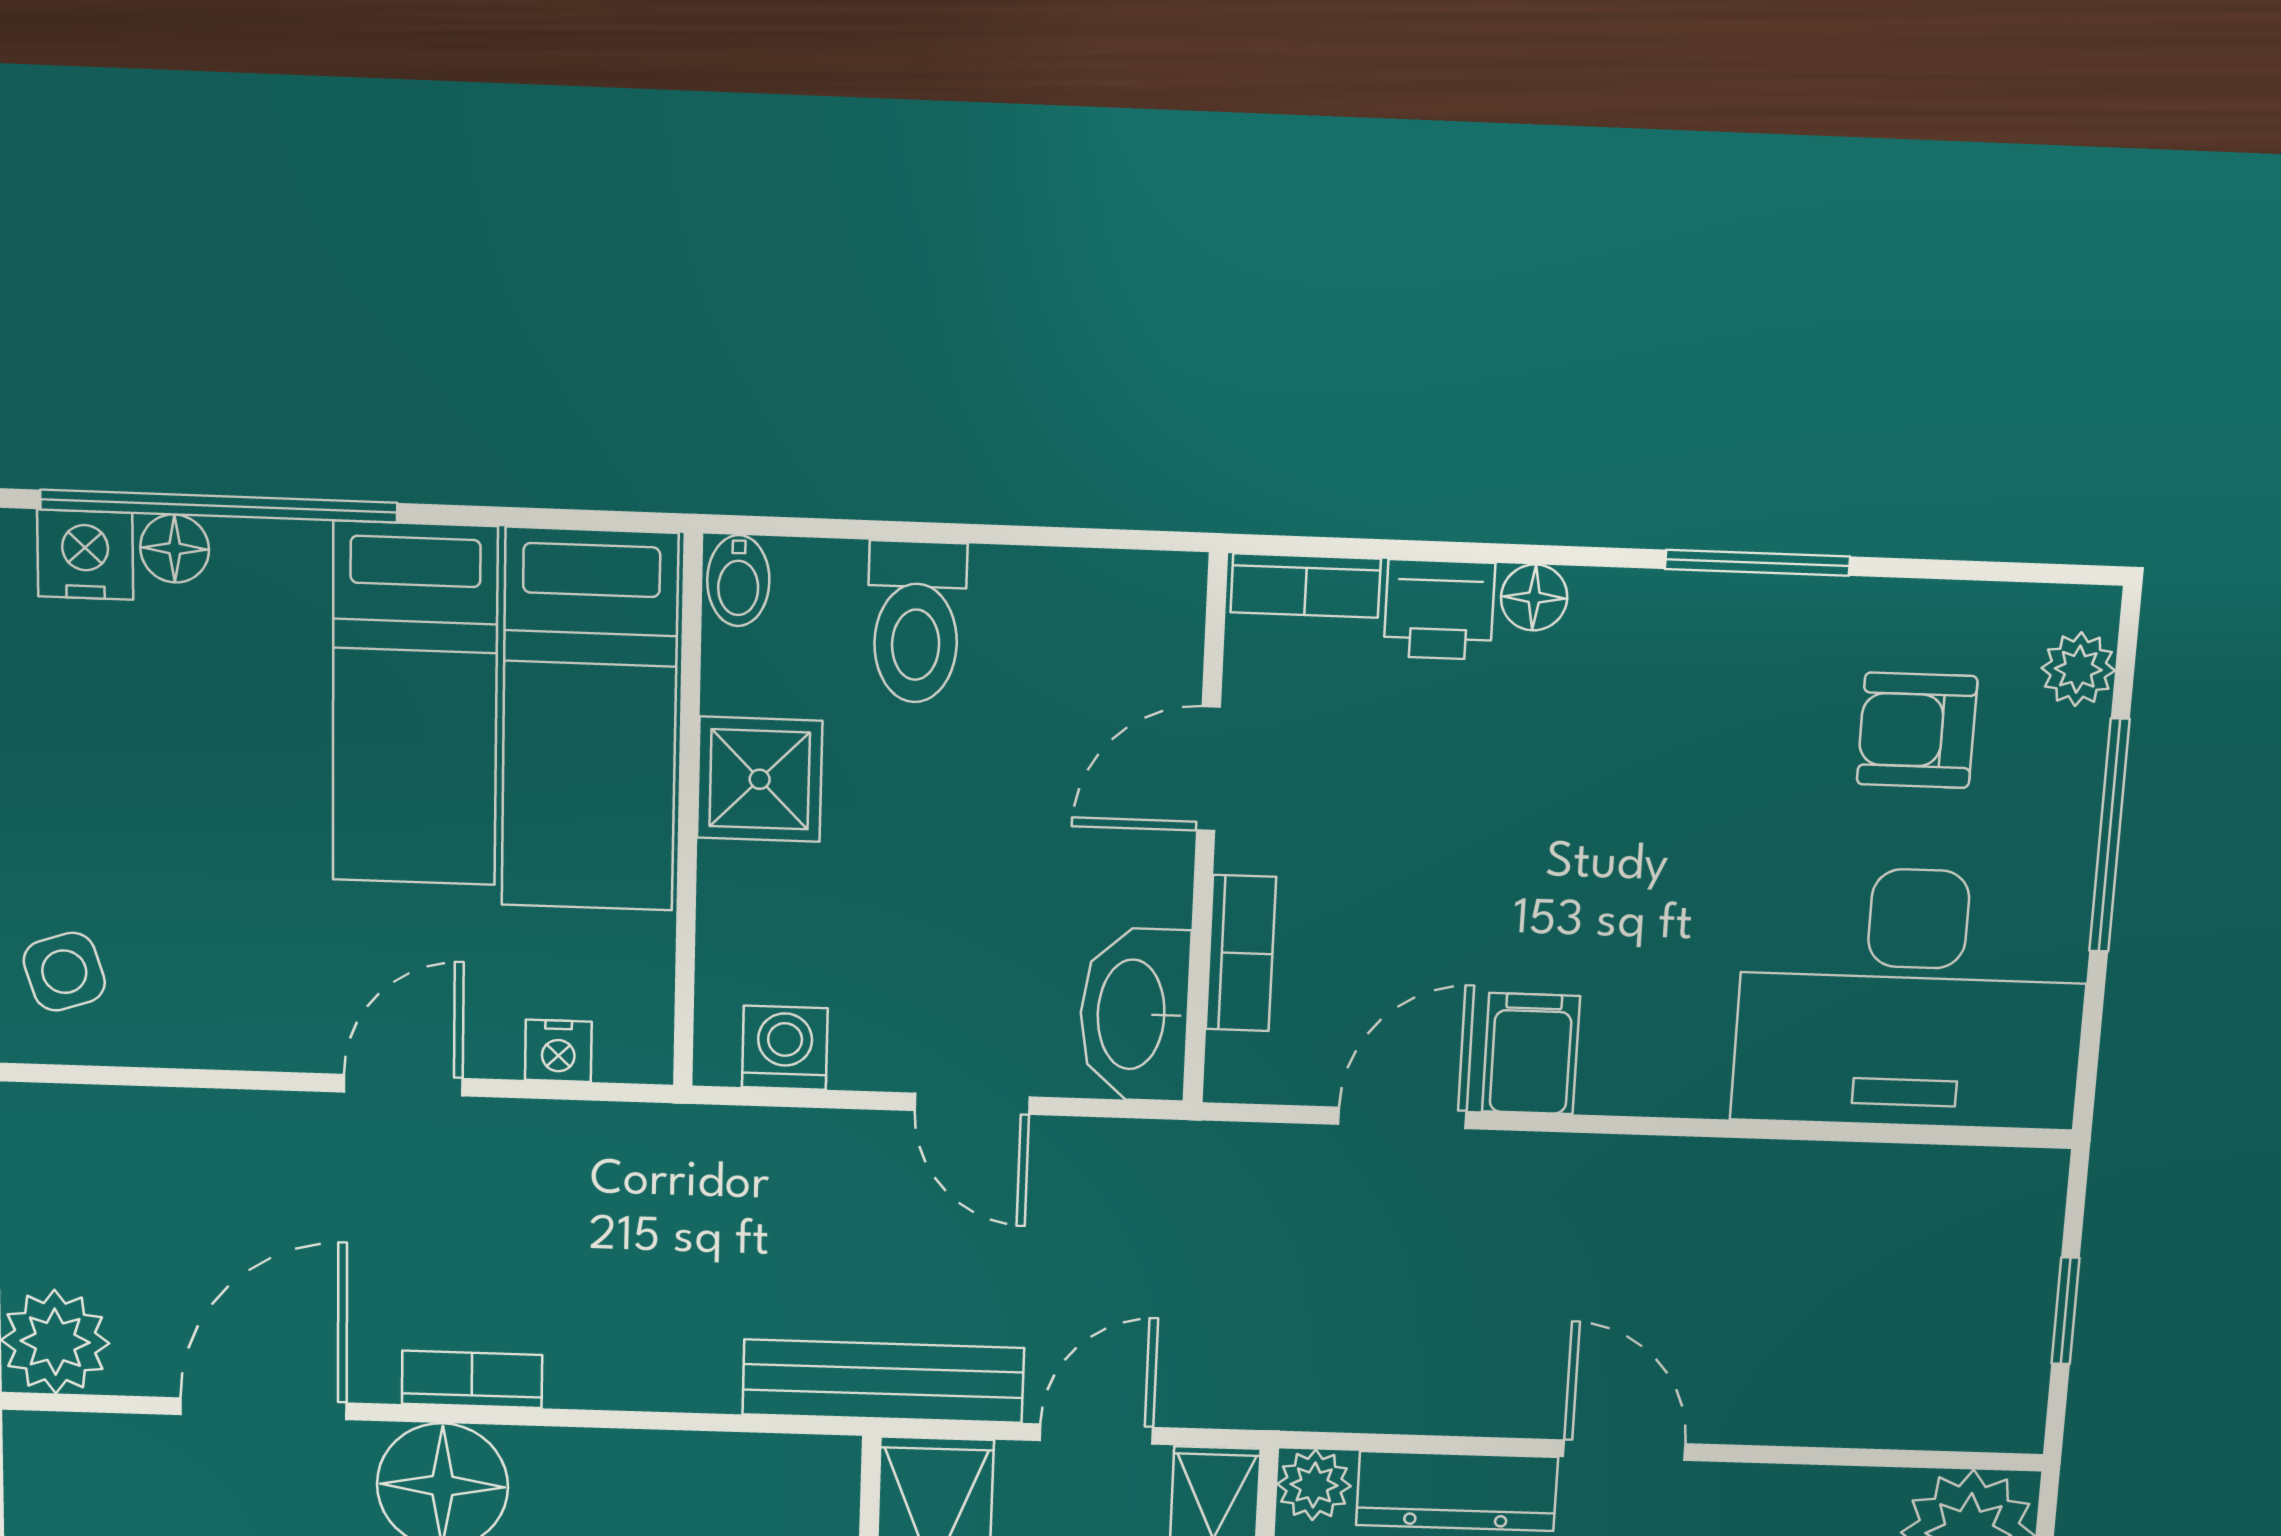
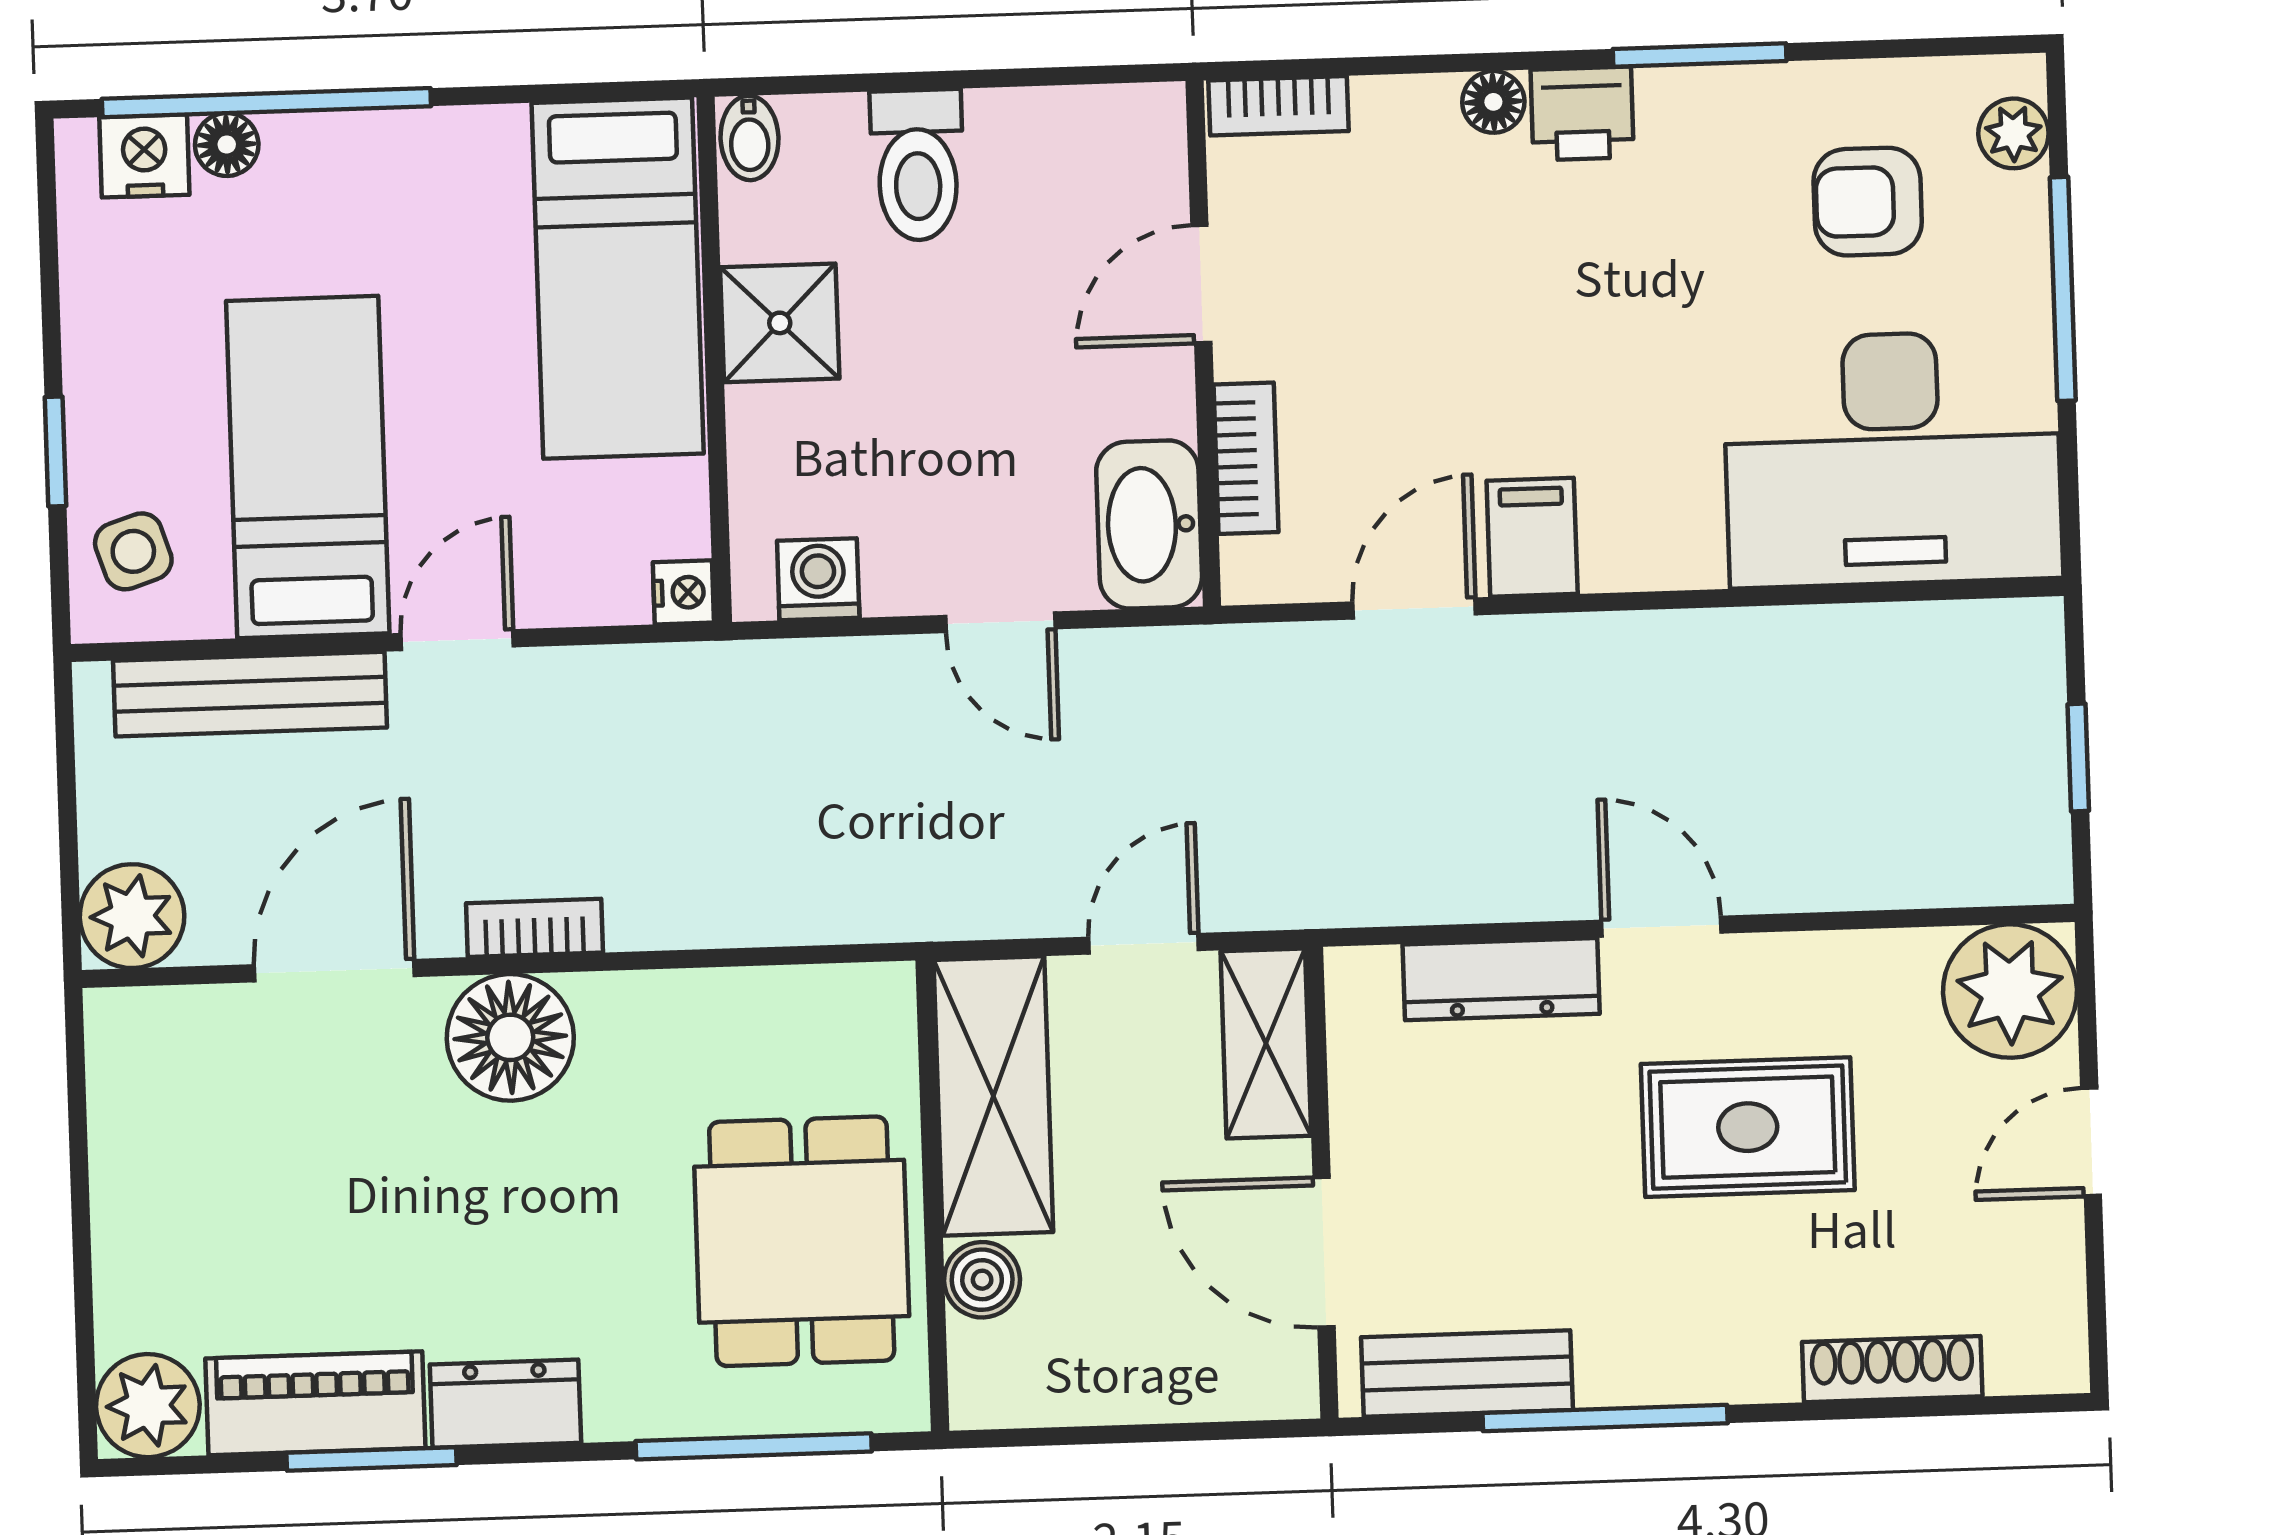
printer: (1439, 610) -> (1582, 114), moved
bed: (415, 704) -> (308, 467), moved, turned 180
nightstand: (558, 1051) -> (683, 592), moved, turned -90
bench: (883, 1381) -> (250, 694), moved
plant: (1314, 1485) -> (1360, 982), removed

